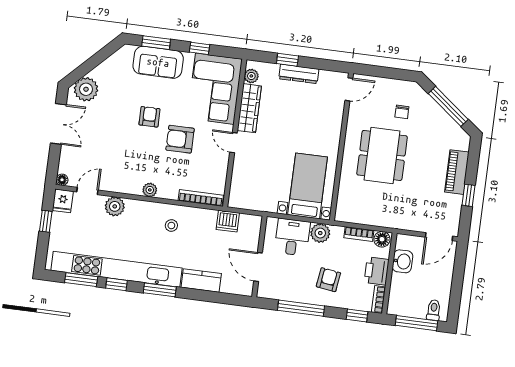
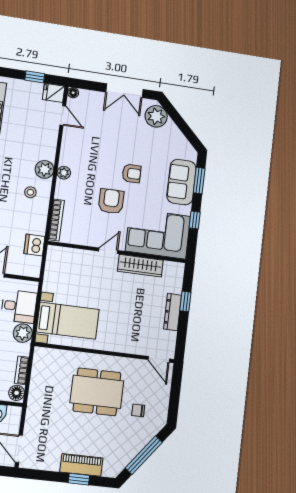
plant: (251, 76) -> (170, 268), removed
window: (469, 195) -> (79, 479), moved
plant: (115, 206) -> (45, 169), moved

